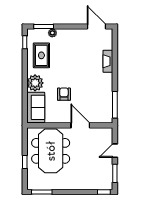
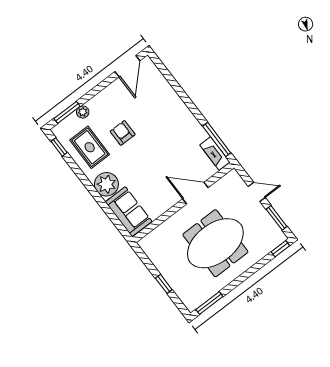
door: (97, 27) -> (127, 66), swing flipped
fireplace: (108, 61) -> (215, 153), moved
armchair: (64, 94) -> (123, 133), moved
meeting table: (51, 151) -> (215, 243), moved, turned 90
door: (115, 151) -> (257, 192), swing flipped

